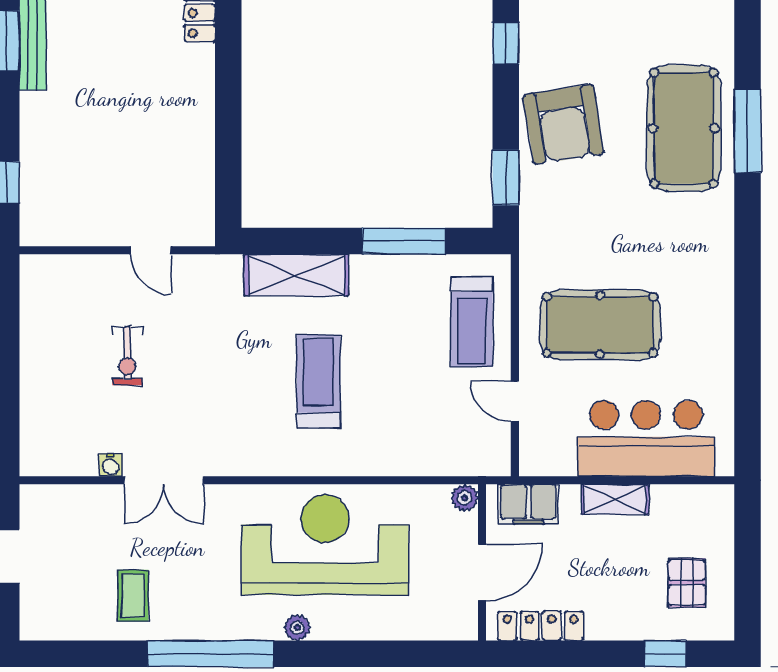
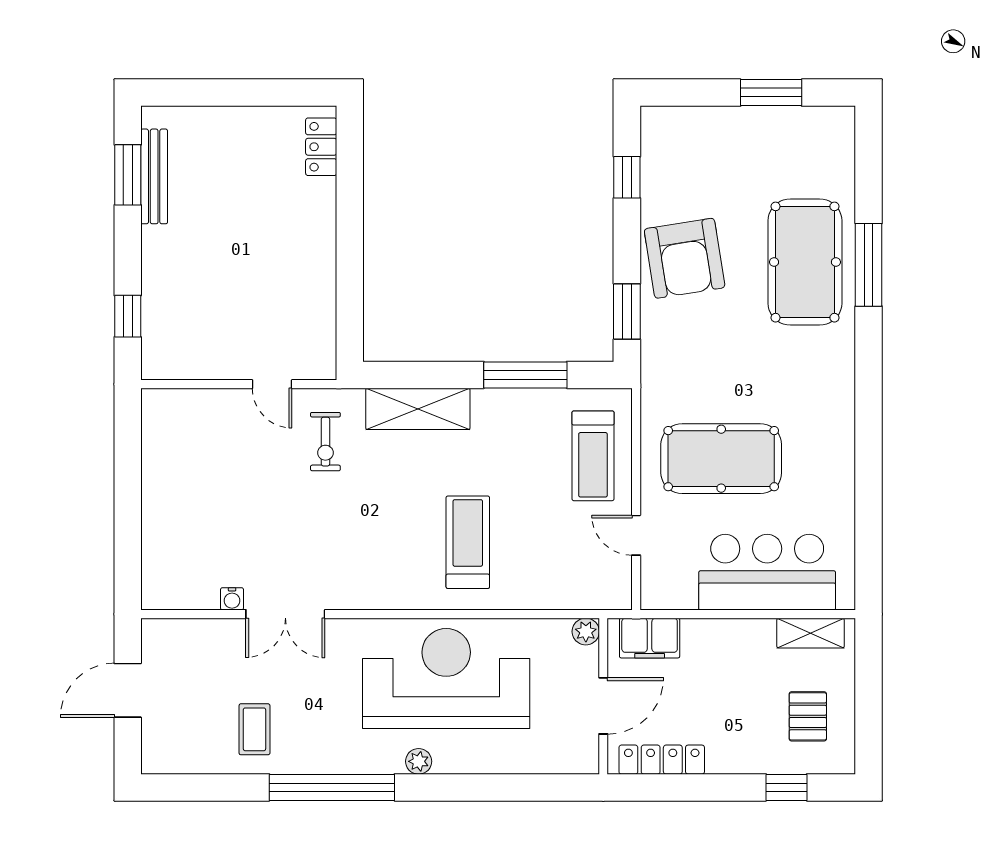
exercise bike: (127, 356) -> (325, 442), moved
treadmill: (319, 381) -> (468, 542), moved
shelving: (615, 499) -> (811, 633), moved

